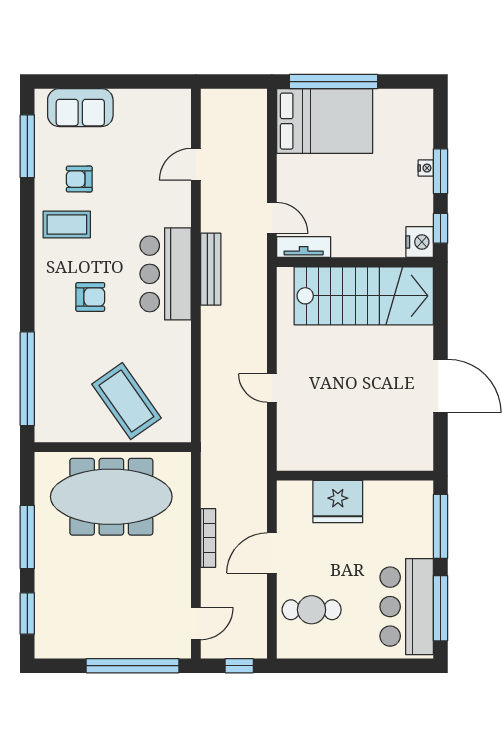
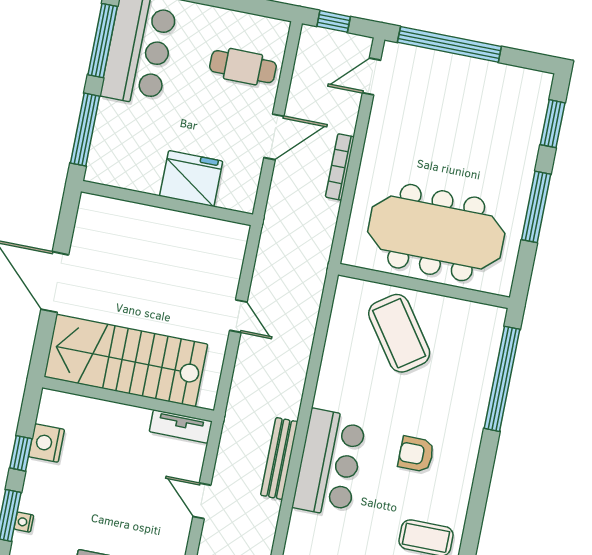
tv unit: (304, 247) -> (181, 426), moved
wall: (355, 262) -> (128, 399), moved
stairs: (364, 296) -> (126, 360), moved

